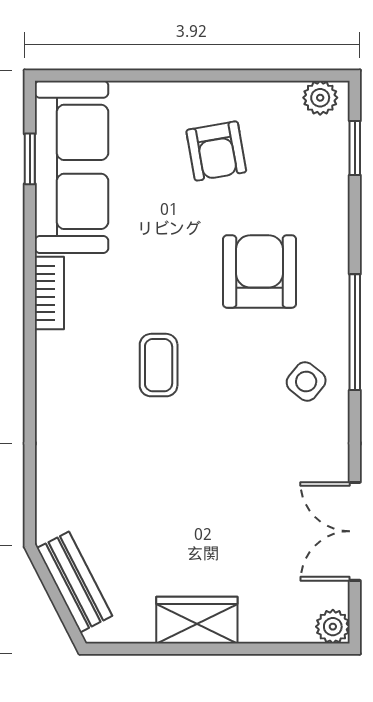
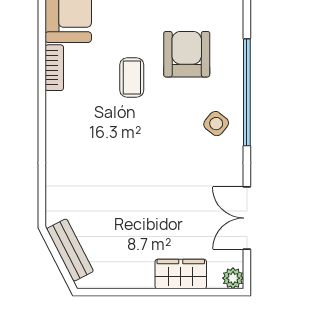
window: (355, 332) -> (247, 92), width x1.46
coffee table: (159, 365) -> (132, 77), moved
wardrobe: (197, 620) -> (181, 274), moved

